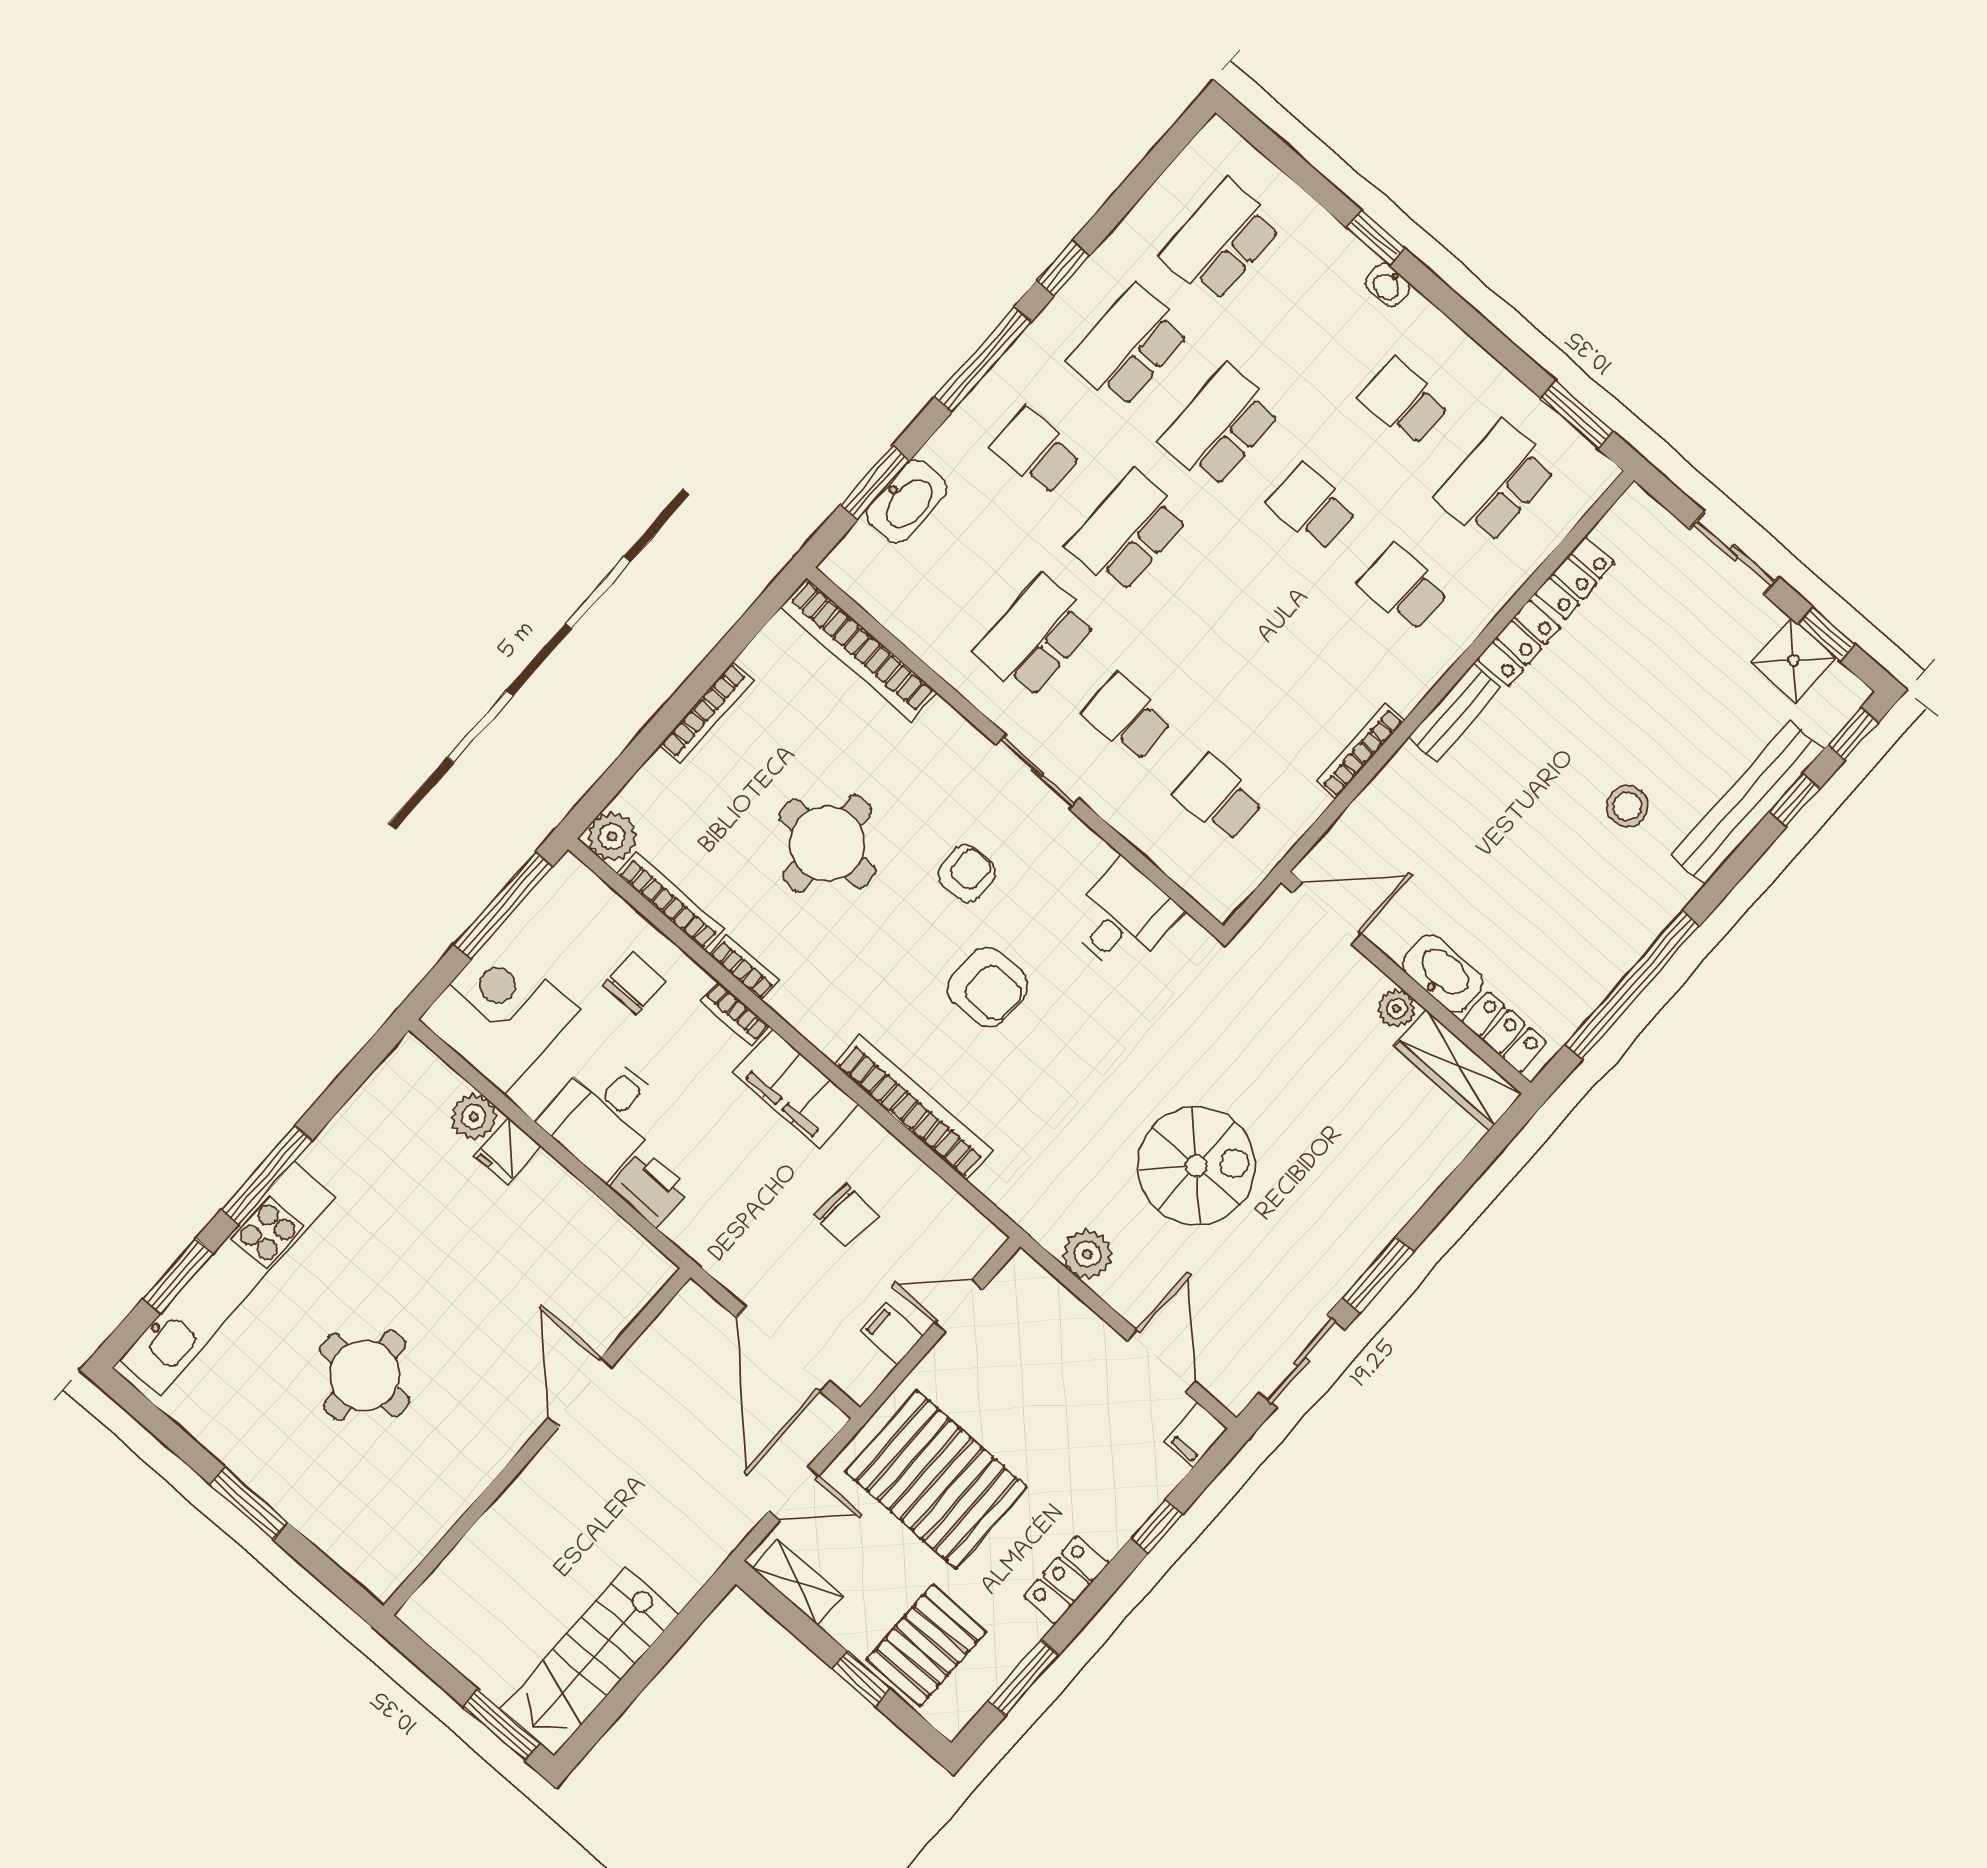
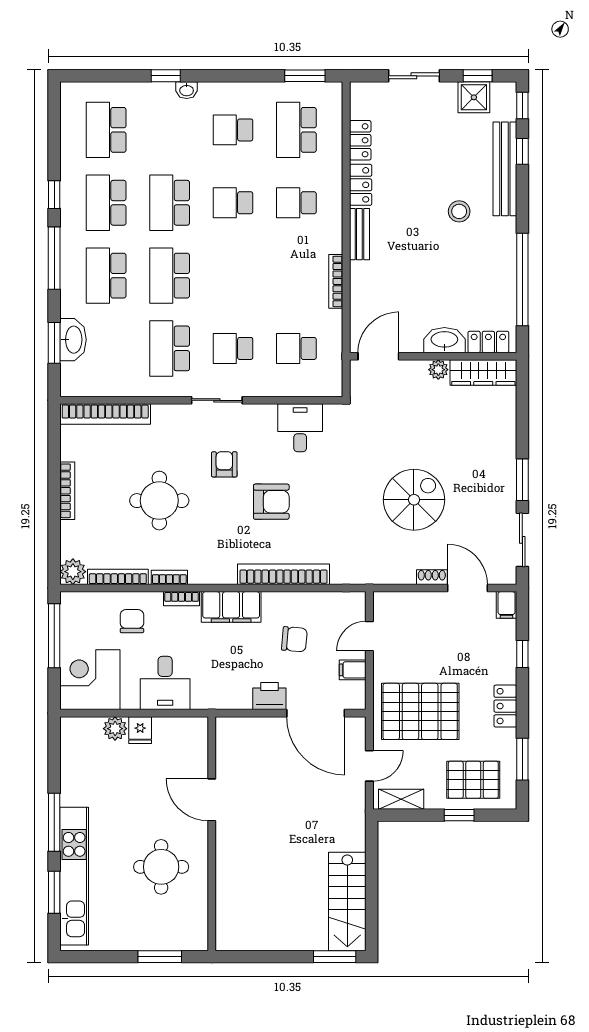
school desk: (1036, 451) -> (106, 276), width x1.85
printer: (650, 1188) -> (269, 696), moved
plant: (1087, 1254) -> (402, 572), removed
shoe rack: (1124, 1300) -> (432, 577), added
door: (580, 1393) -> (212, 800), moved
wall: (537, 1442) -> (212, 834), moved
pallet: (926, 1646) -> (473, 780), turned 90

